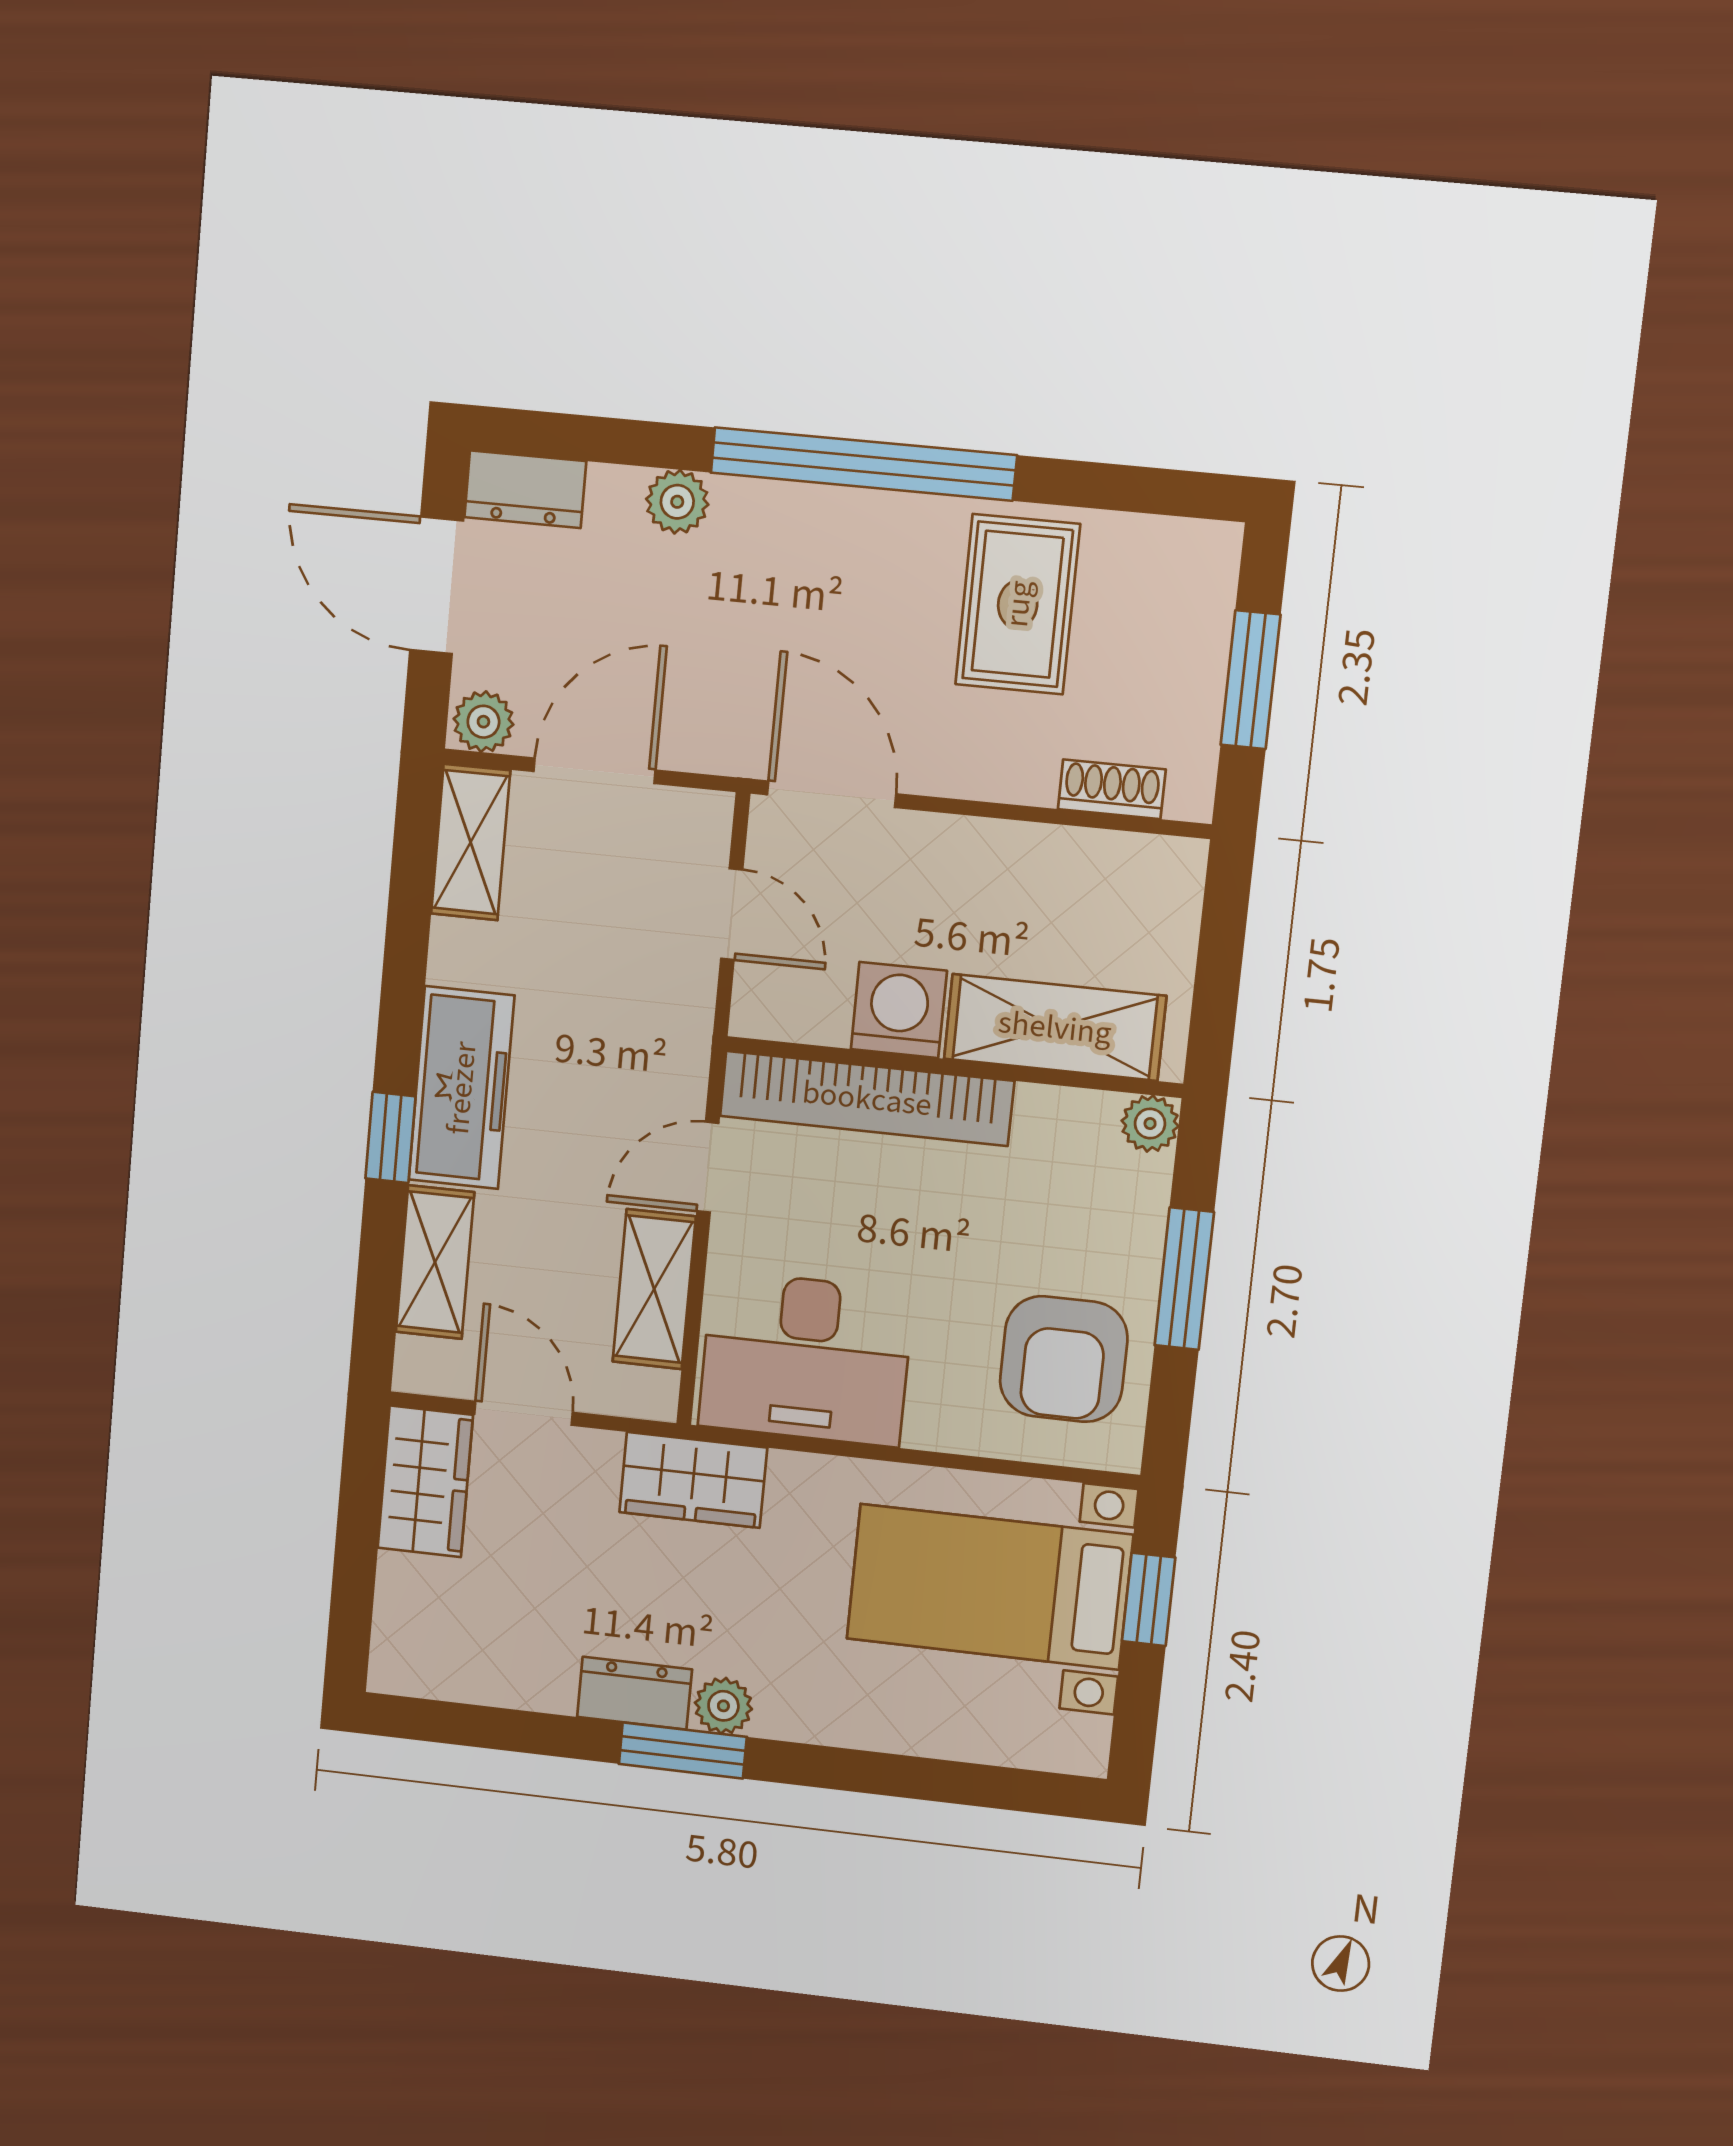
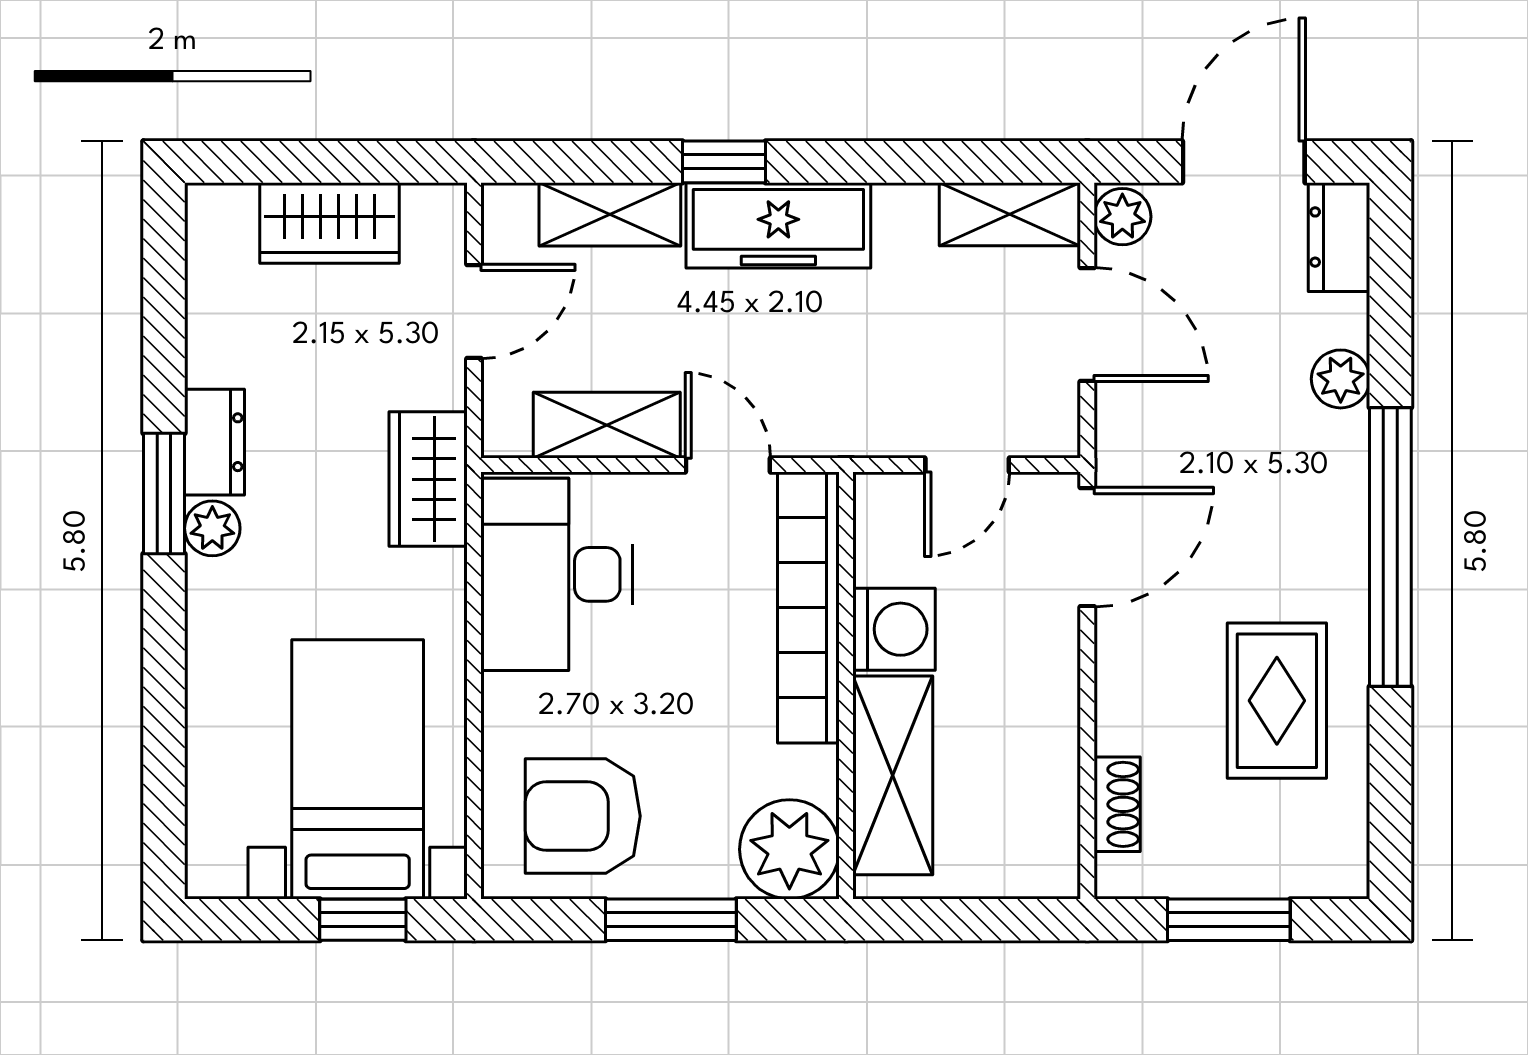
rug: (1018, 604) -> (1277, 701), turned 90
plant: (1150, 1124) -> (789, 849), width x1.87, depth x1.87
wardrobe: (425, 1481) -> (329, 223), moved

